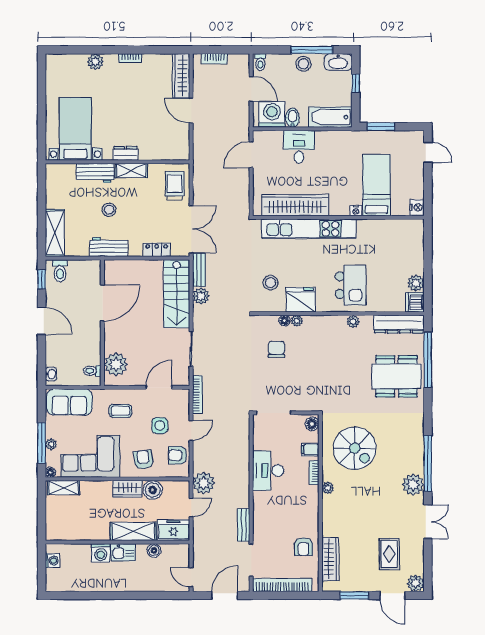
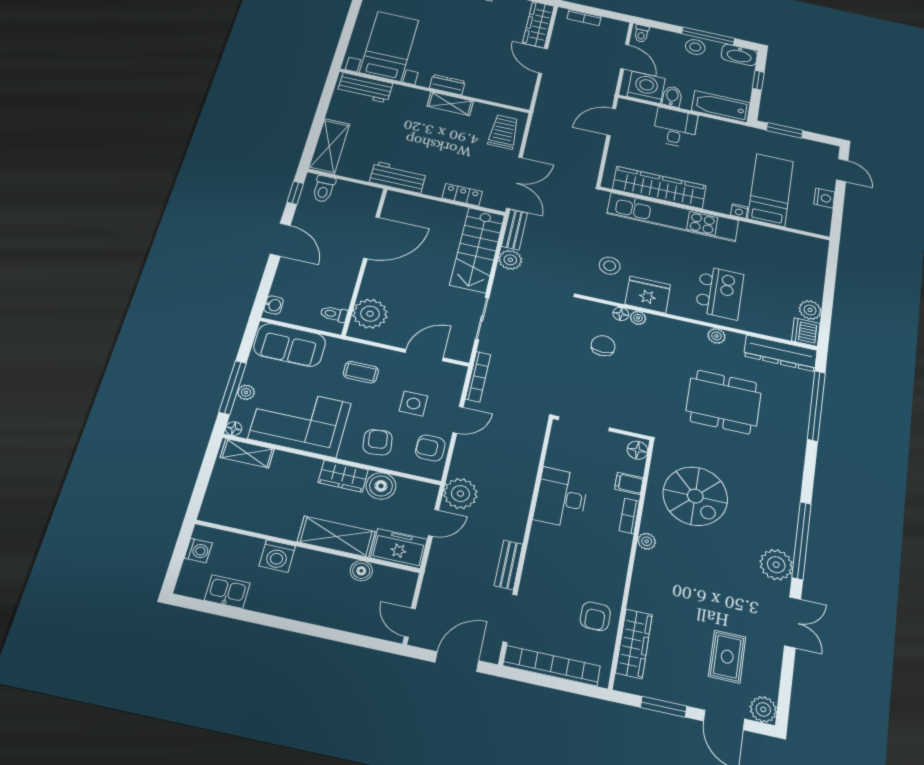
workbench: (95, 173) -> (365, 88), moved
nightstand: (417, 207) -> (824, 198), moved
stool: (109, 210) -> (409, 138), removed
dining table: (397, 376) -> (724, 402), moved
kitchen sink: (123, 552) -> (227, 592), moved, turned 180

